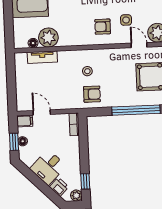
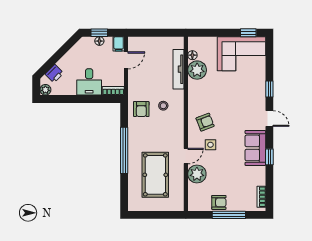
armchair: (103, 27) -> (205, 122), turned 69
tv unit: (42, 57) -> (179, 69), width x1.41
desk: (48, 167) -> (89, 82), moved, turned -135
window: (85, 181) -> (59, 99), removed

